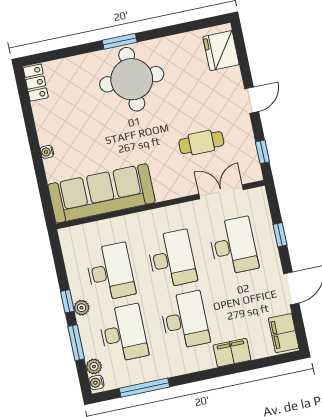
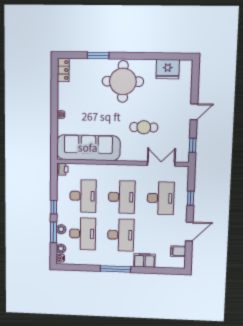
window: (120, 41) -> (98, 55), moved
fridge: (221, 51) -> (168, 69), moved, turned -90
cafe table: (201, 143) -> (144, 127), moved
printer: (68, 237) -> (62, 169), added
plant: (82, 308) -> (61, 229), moved
filing cabinet: (284, 333) -> (178, 251), width x0.50
window: (144, 388) -> (115, 269), moved

